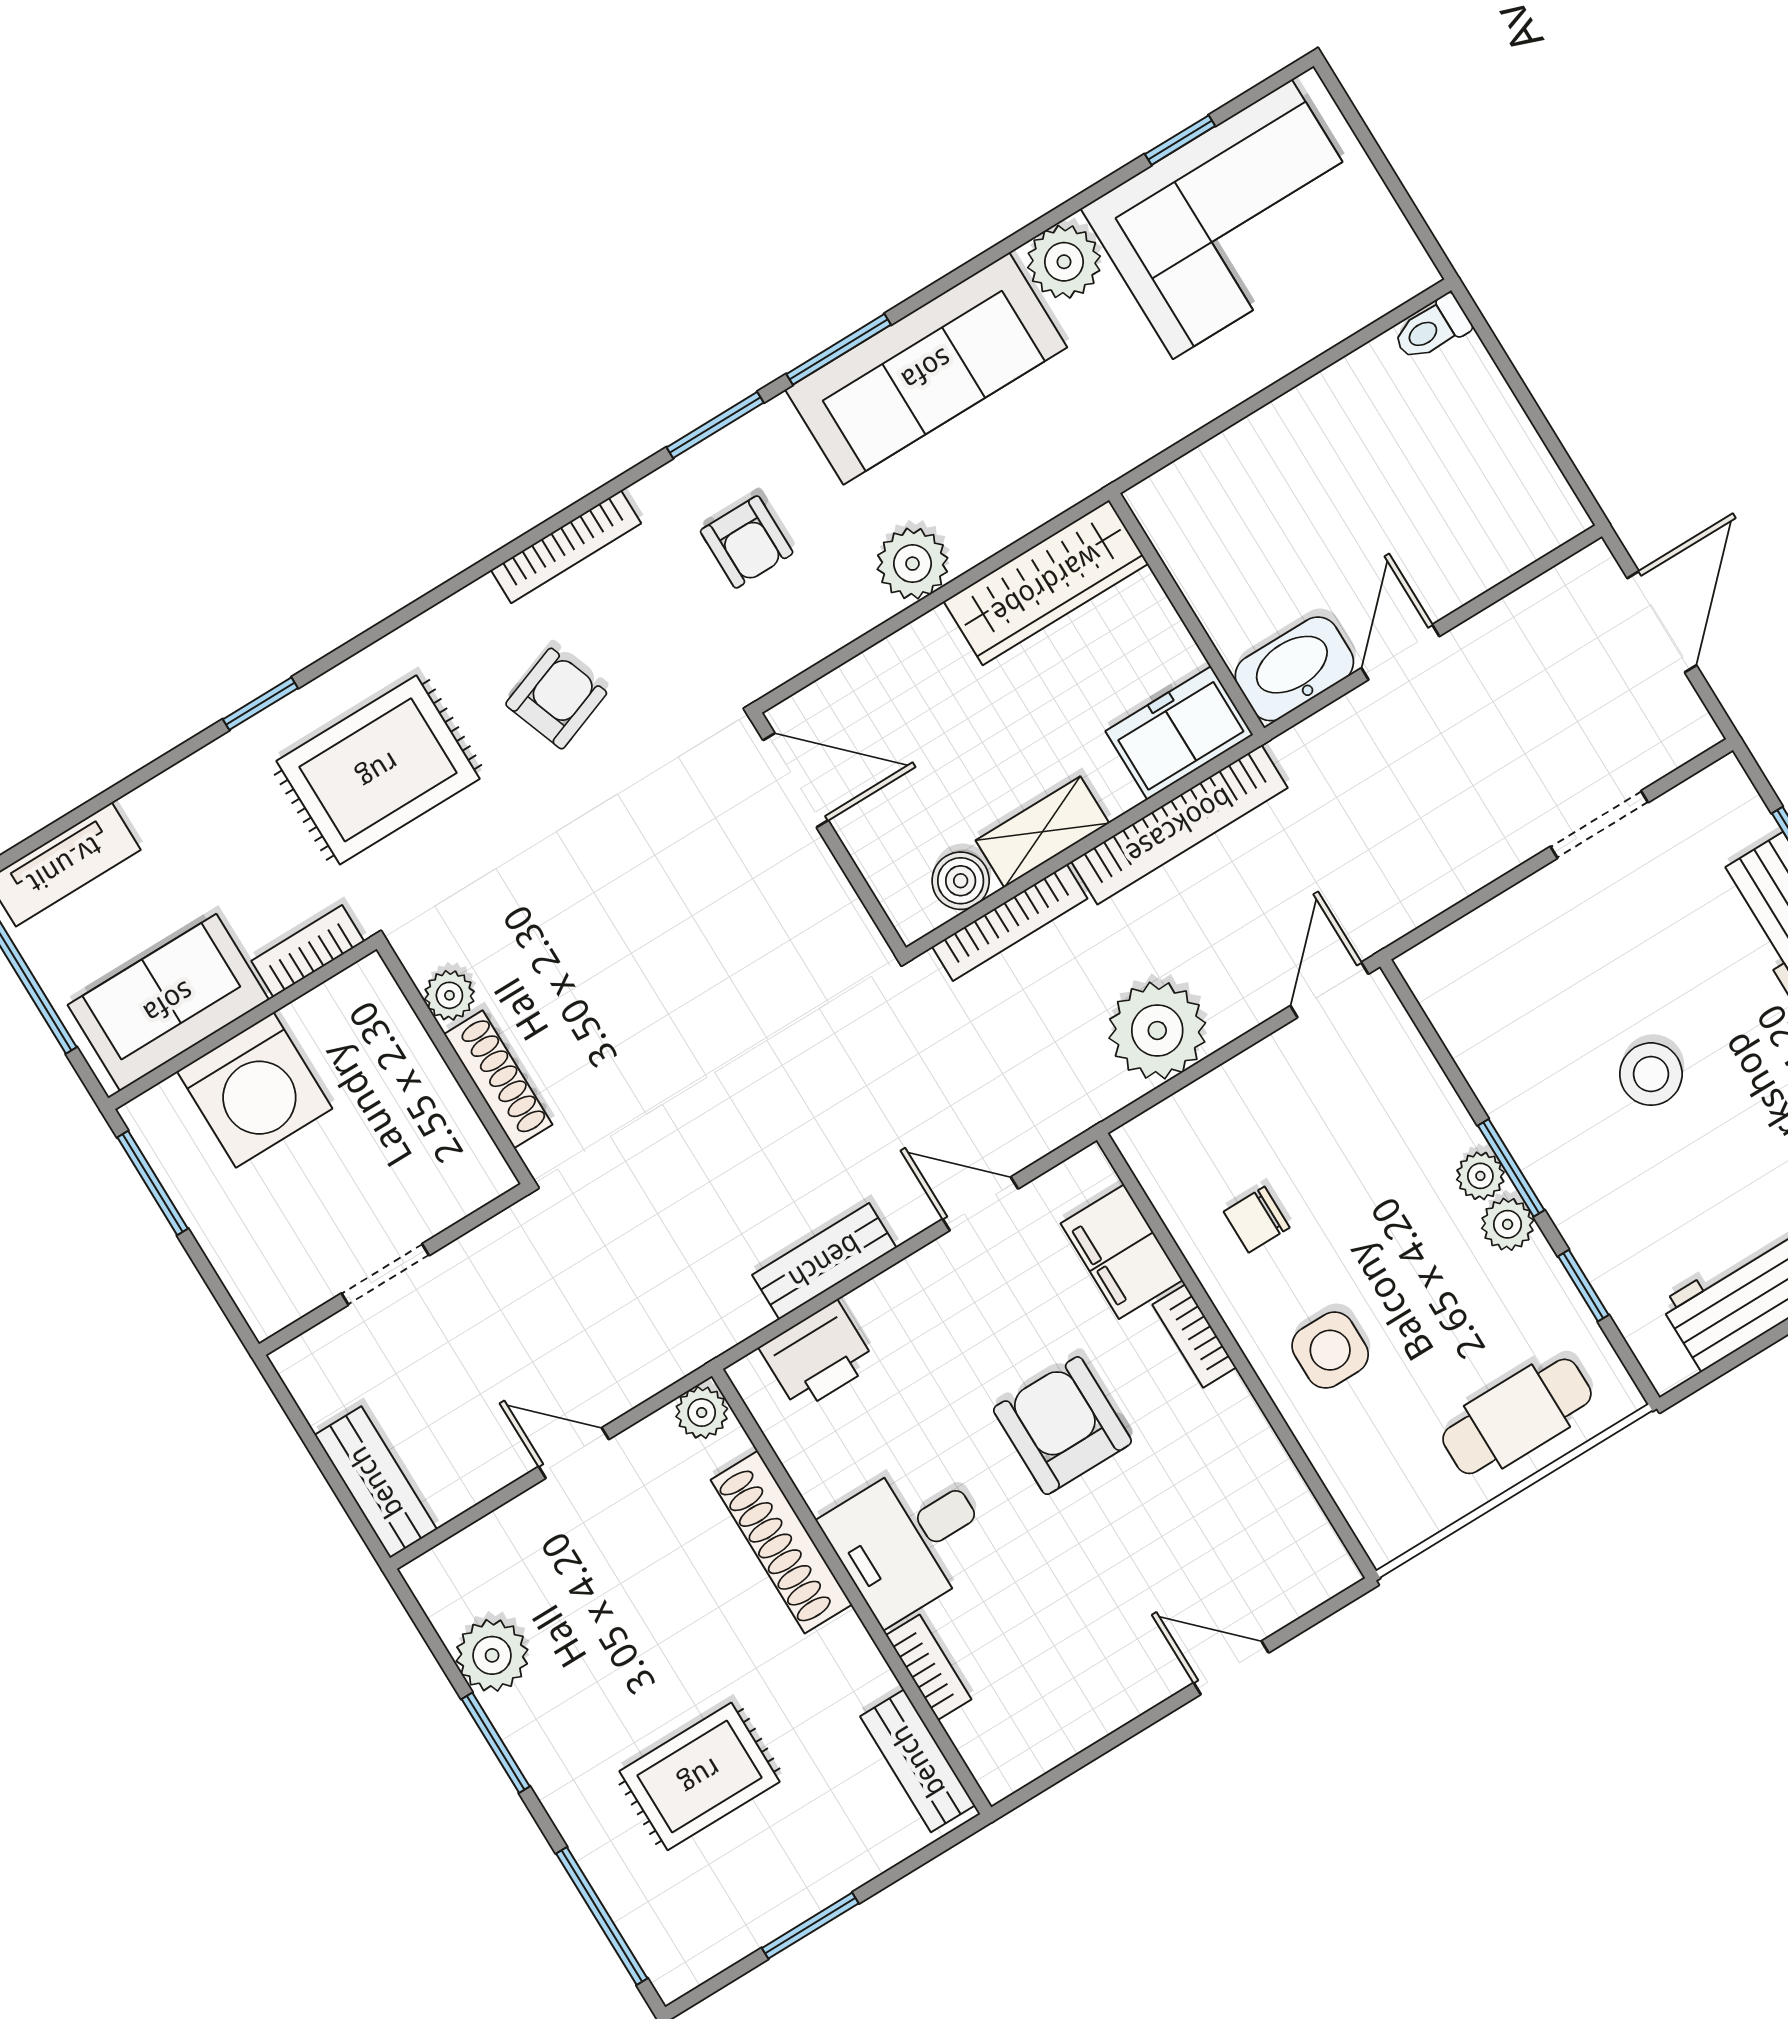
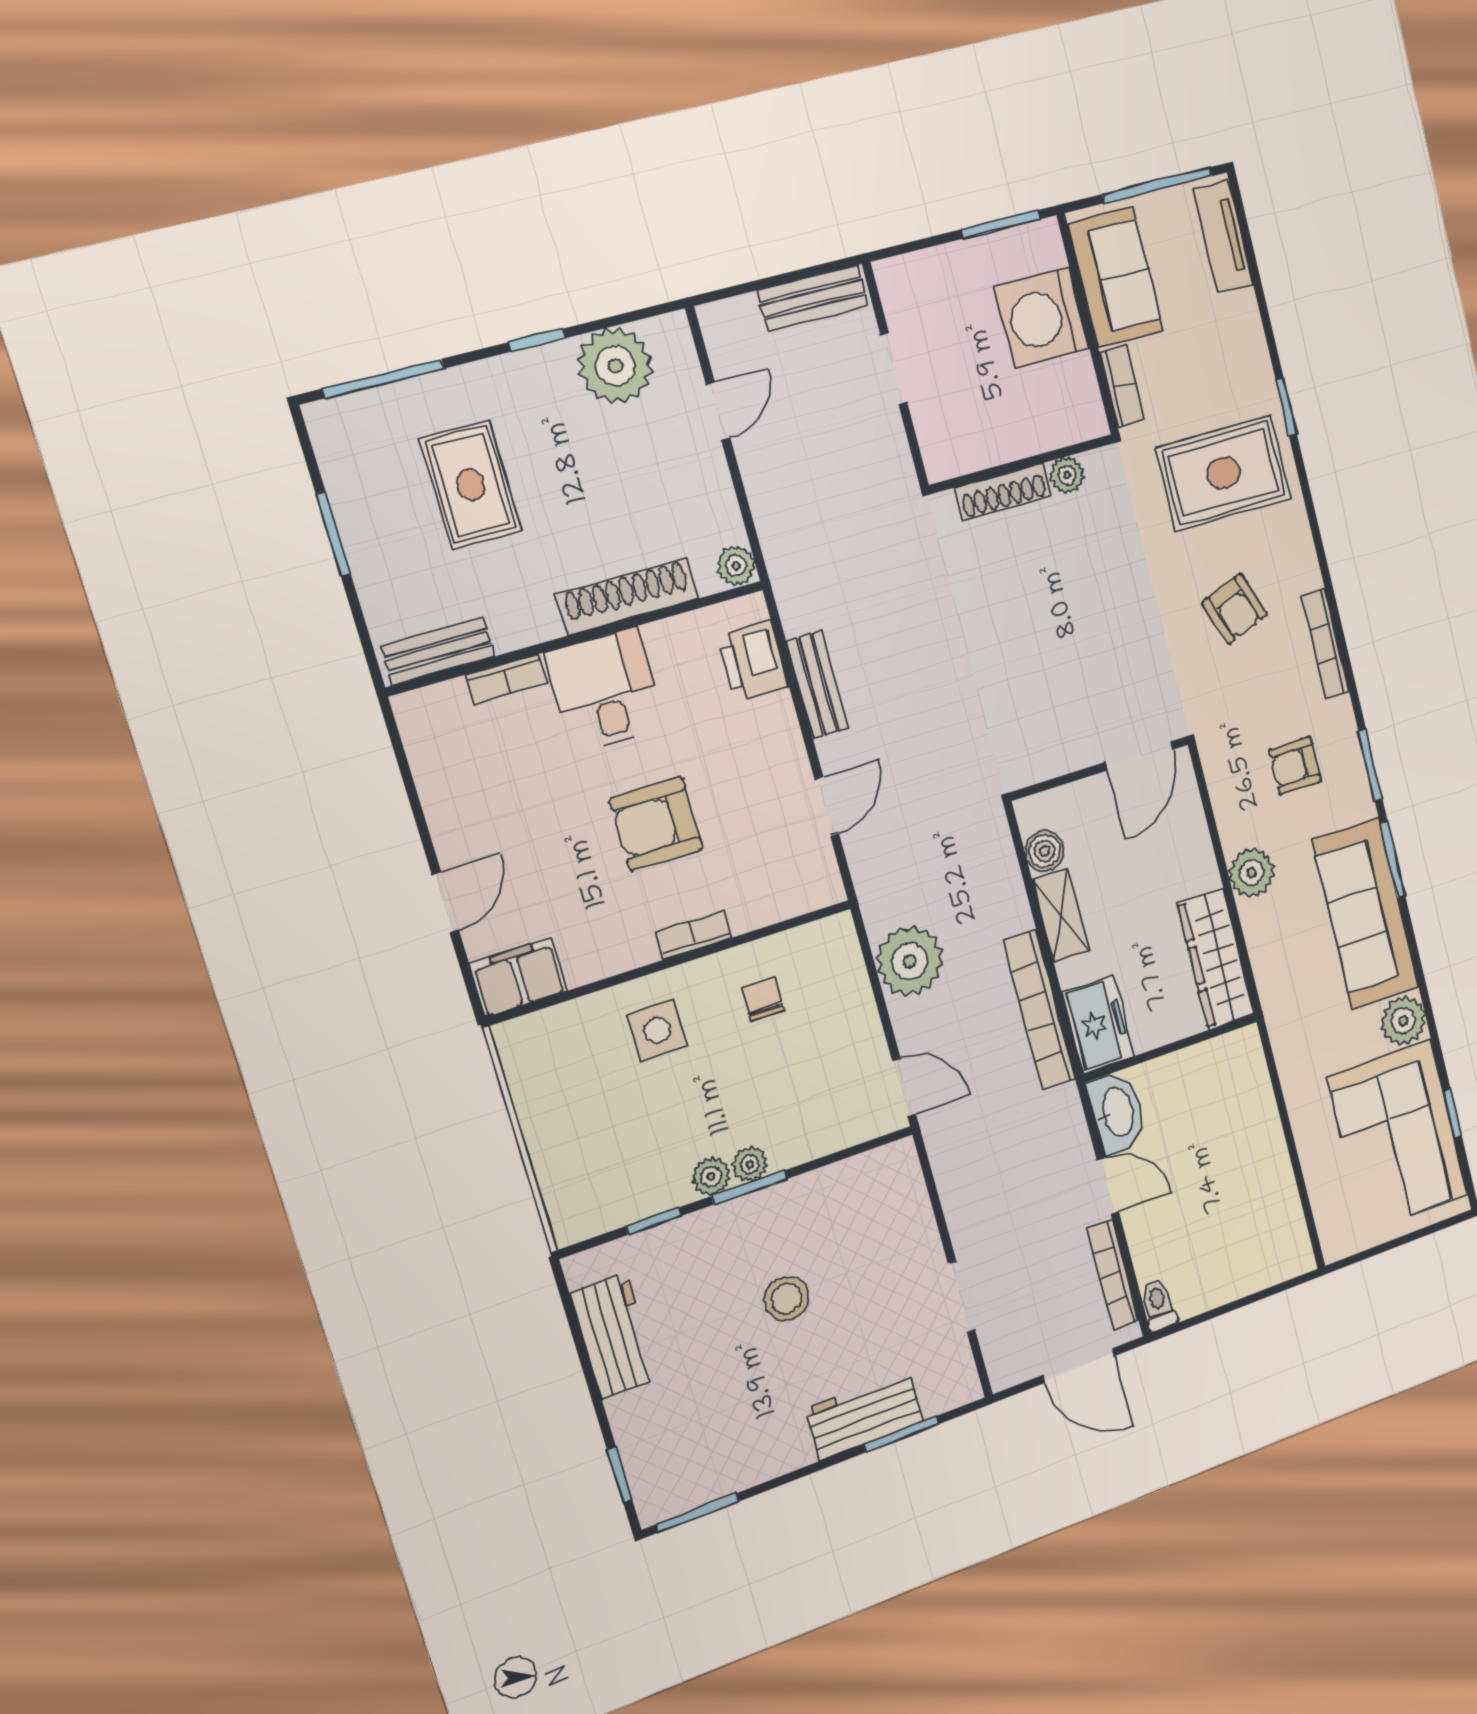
toilet: (1432, 328) -> (1159, 1305), moved
rug: (378, 770) -> (1224, 473), turned 90
bookcase: (1010, 923) -> (1113, 1275), moved
filing cabinet: (1122, 1252) -> (518, 977), moved
cafe table: (1517, 1416) -> (574, 1154), removed
armchair: (1062, 1426) -> (656, 824), turned 180
door: (574, 1453) -> (718, 411), moved
bench: (376, 1482) -> (813, 298), moved
plant: (492, 1655) -> (615, 366), width x1.36, depth x1.36
window: (496, 1743) -> (537, 340), width x0.67

